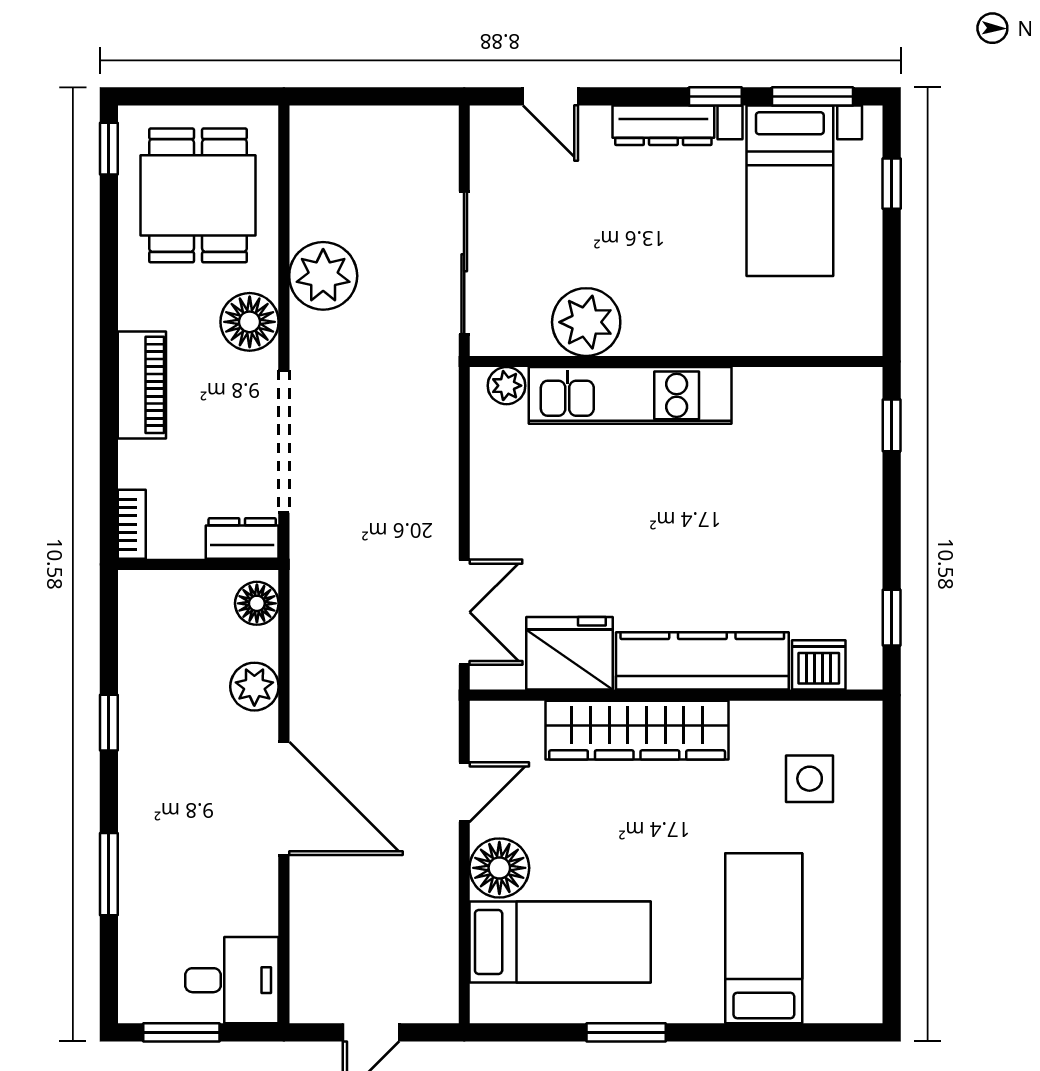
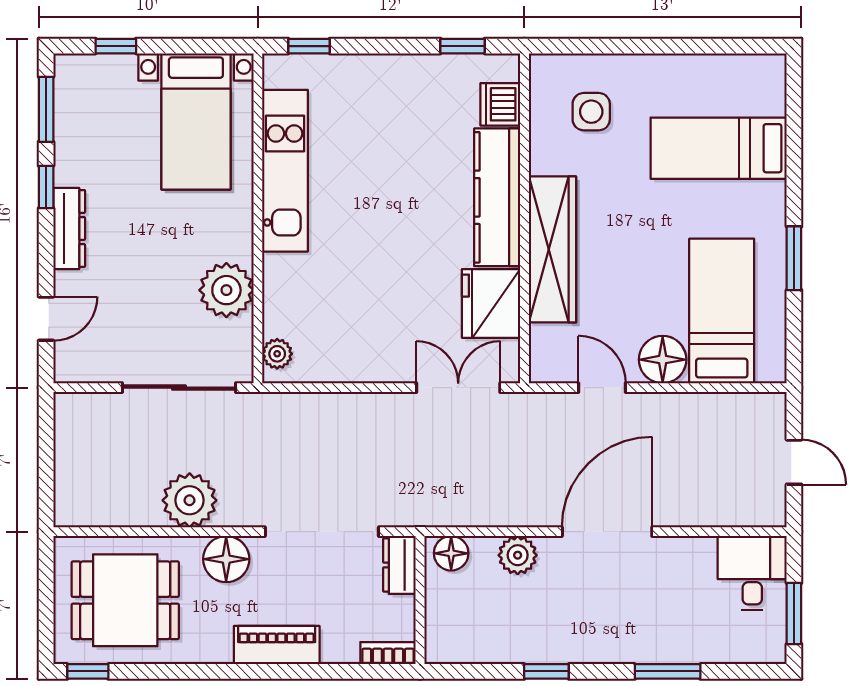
bed with nightstands: (790, 191) -> (196, 121), moved, turned 90
kitchen unit: (630, 395) -> (285, 171), moved

